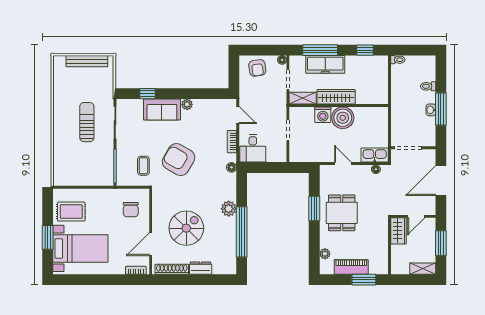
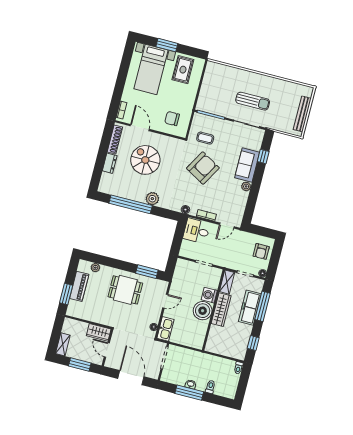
armchair: (257, 68) -> (261, 251), turned -82
window: (314, 209) -> (147, 272), moved
spiral stairs: (186, 228) -> (145, 160), turned 180

